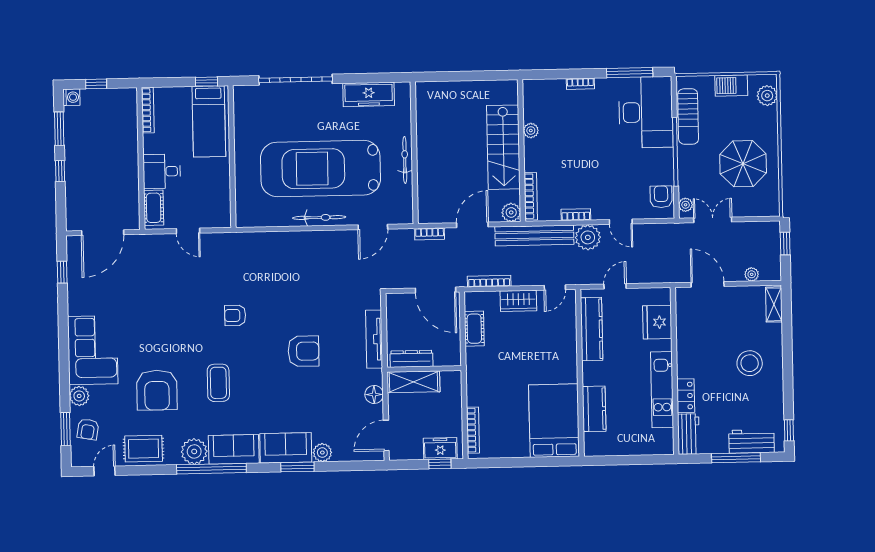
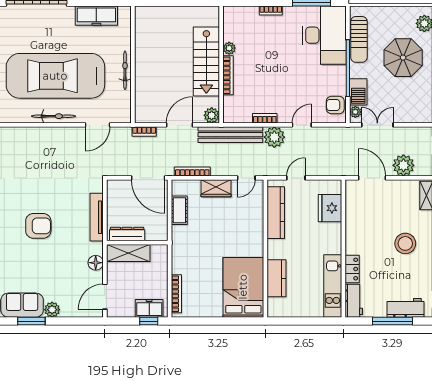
barbecue: (731, 86) -> (358, 92), moved, turned -90
parasol: (743, 164) -> (403, 58), moved
bookcase: (531, 196) -> (228, 75), moved
armchair: (661, 197) -> (335, 105), turned -90
door: (621, 222) -> (302, 125), swing flipped
plant: (752, 274) -> (403, 165), width x1.88, depth x1.88
kitchen unit: (662, 390) -> (333, 286), moved

